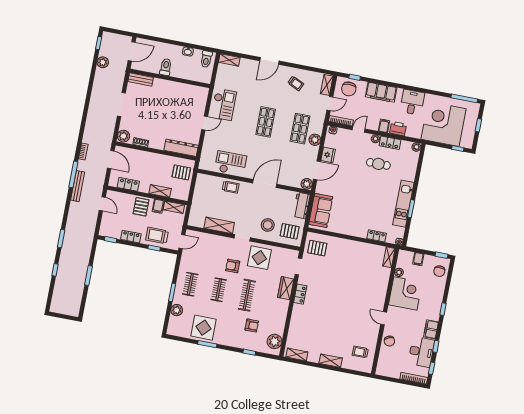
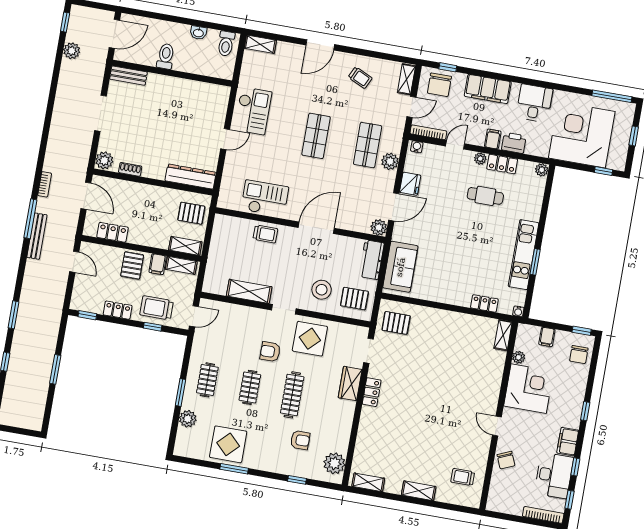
shelving: (160, 191) -> (185, 246), moved

